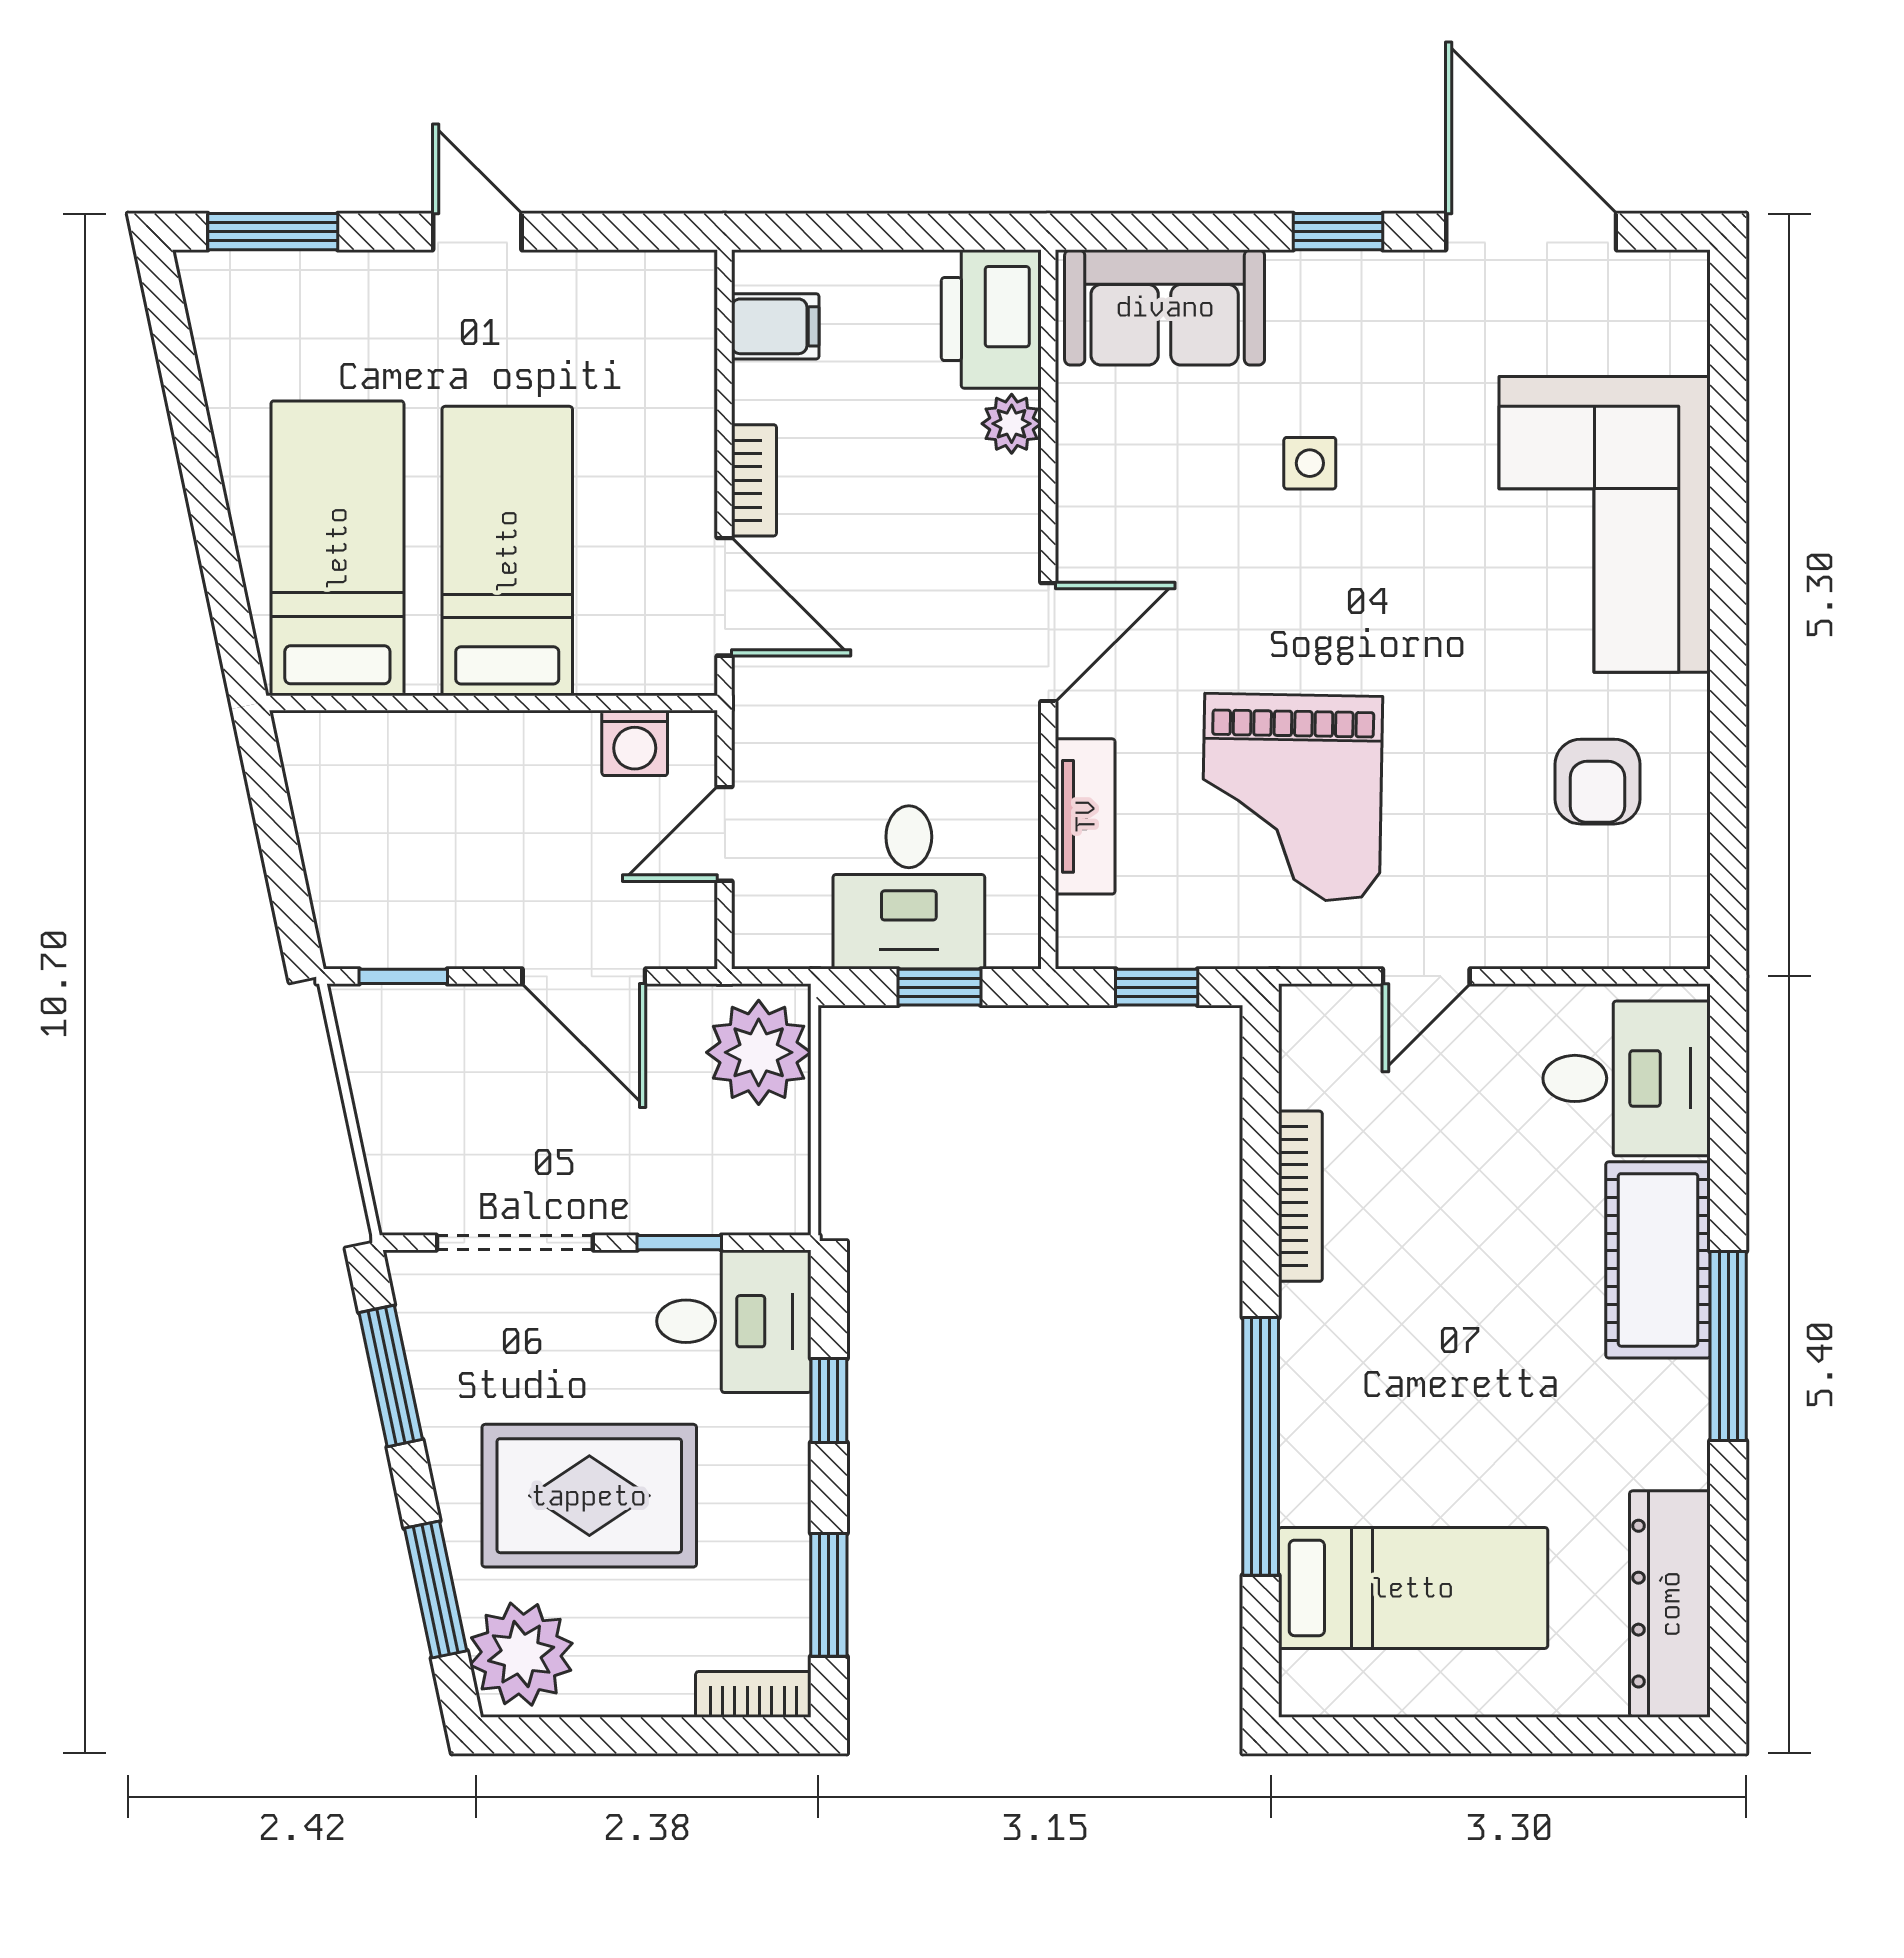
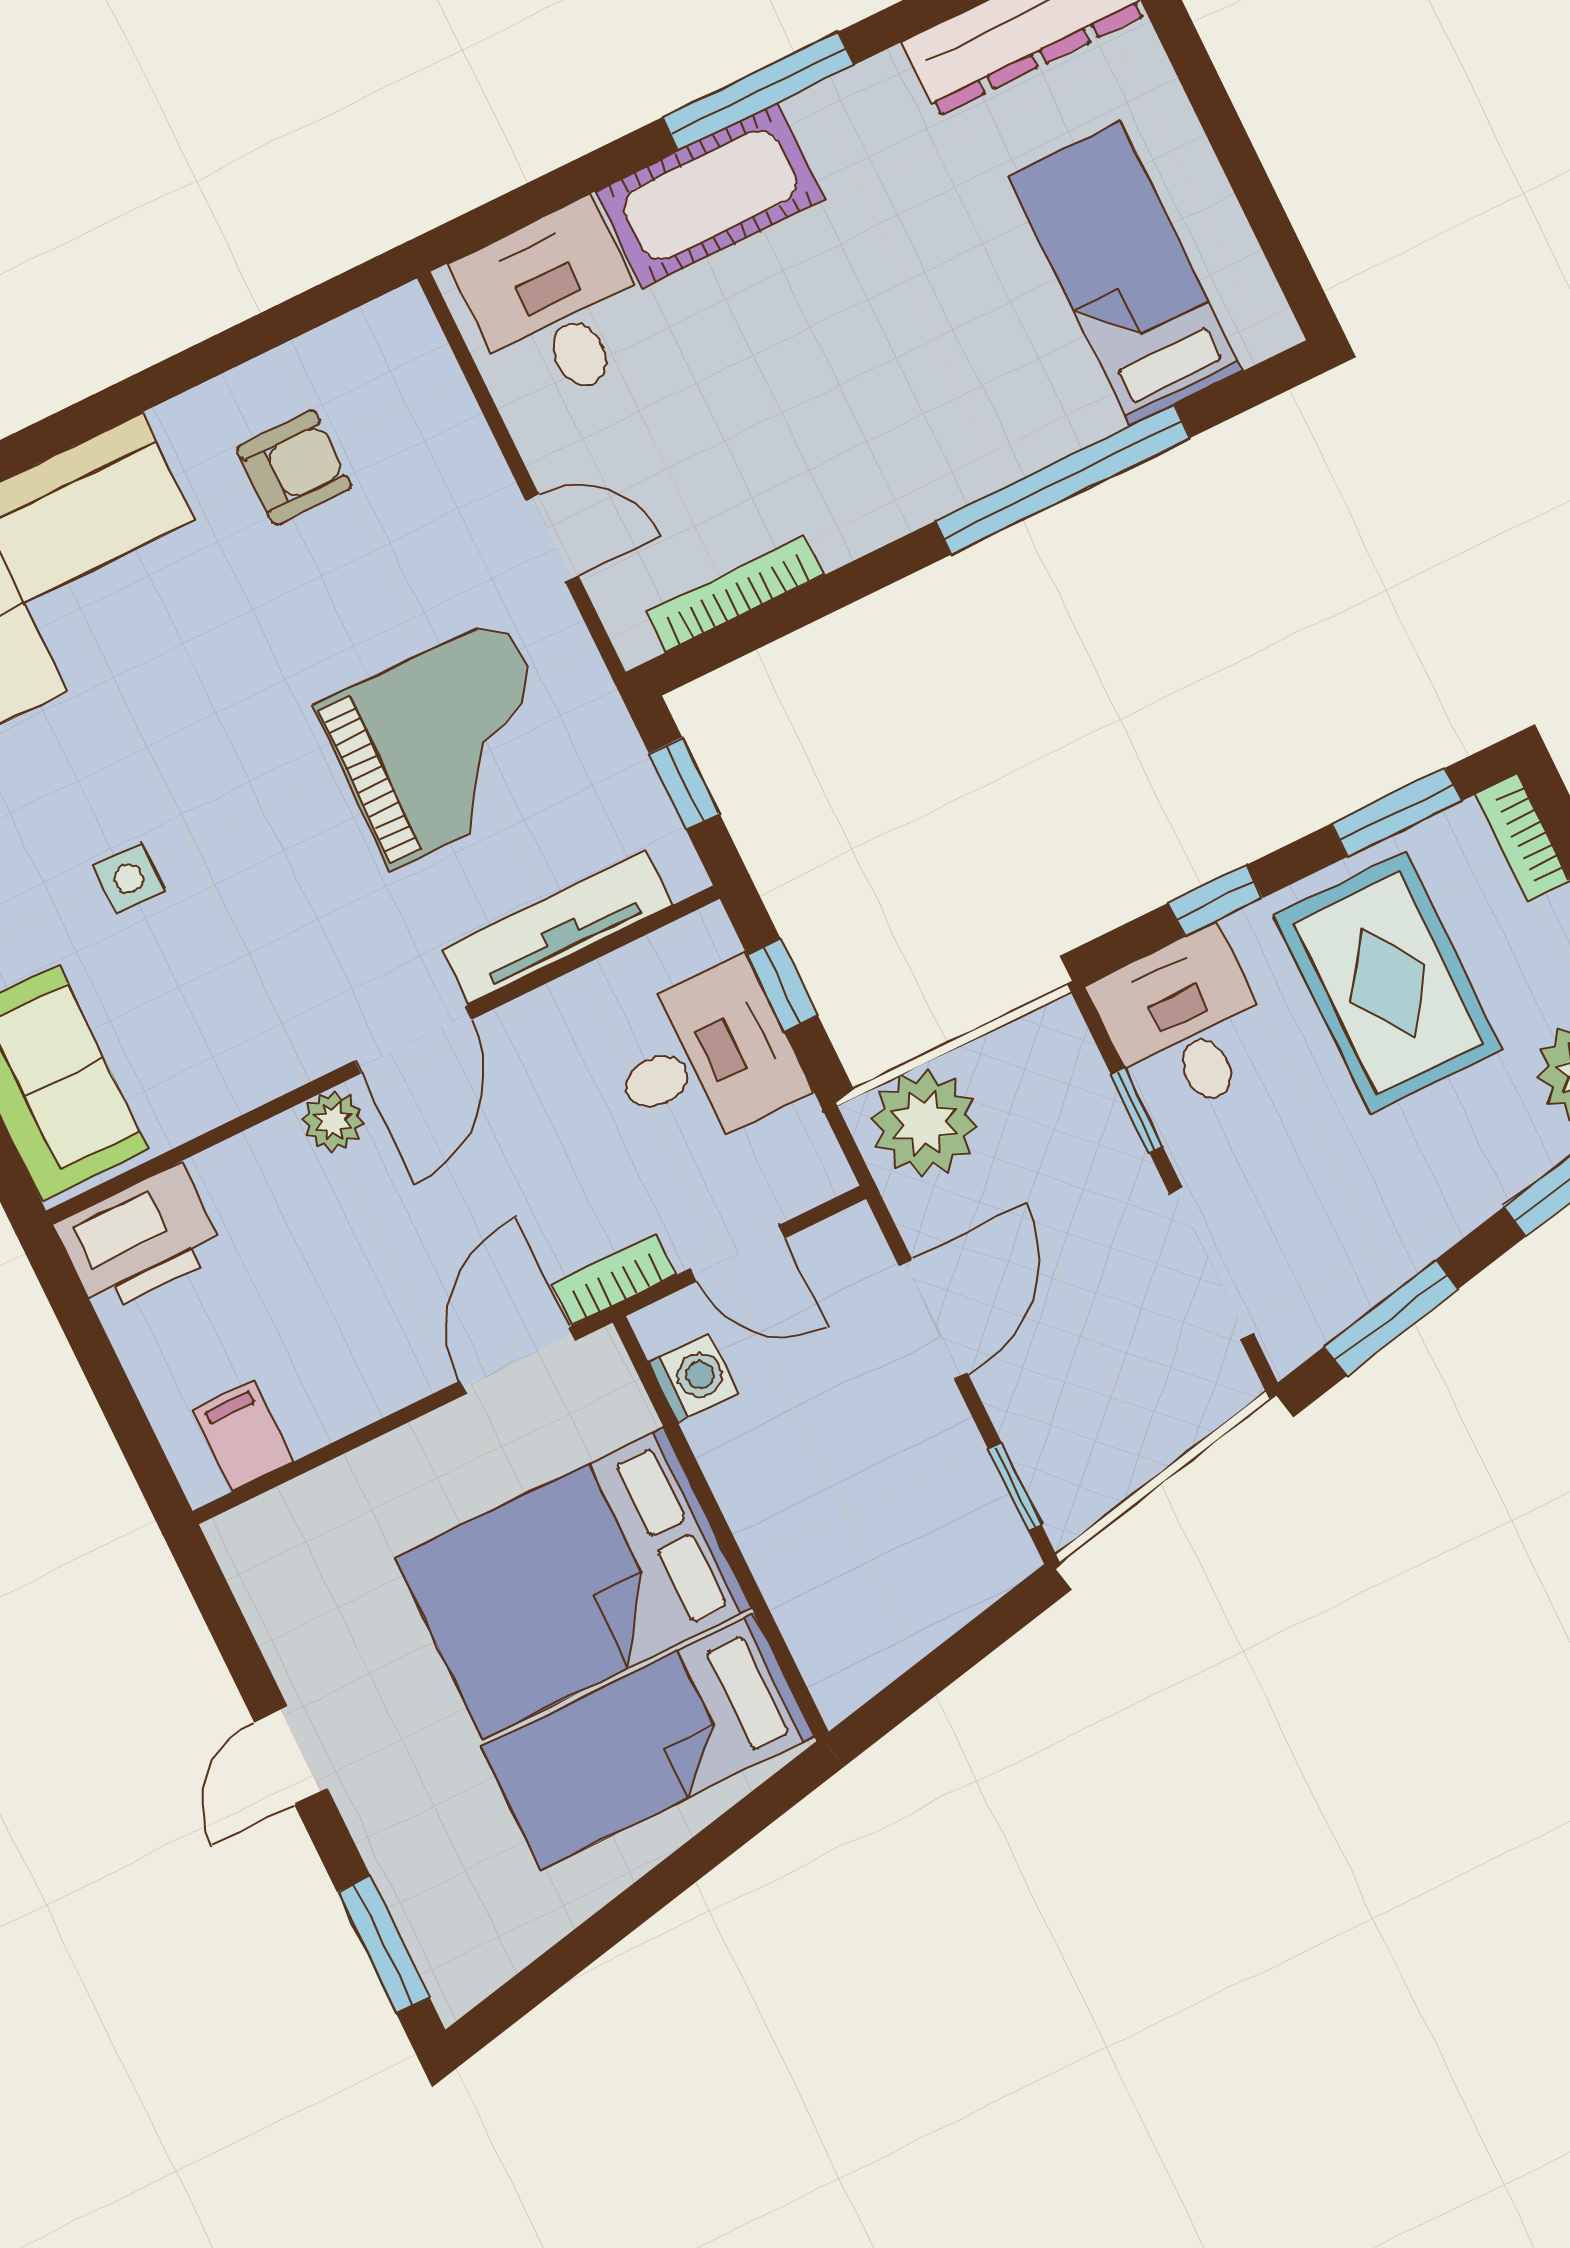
plant: (1012, 424) -> (333, 1121), moved
bookcase: (754, 480) -> (614, 1280), moved
bed: (507, 551) -> (573, 1583), width x1.50
door: (1048, 642) -> (413, 1040), swing flipped
tv unit: (1085, 816) -> (558, 927), width x1.41
bookcase: (1300, 1196) -> (735, 593), moved
rug: (589, 1496) -> (1388, 983), moved

